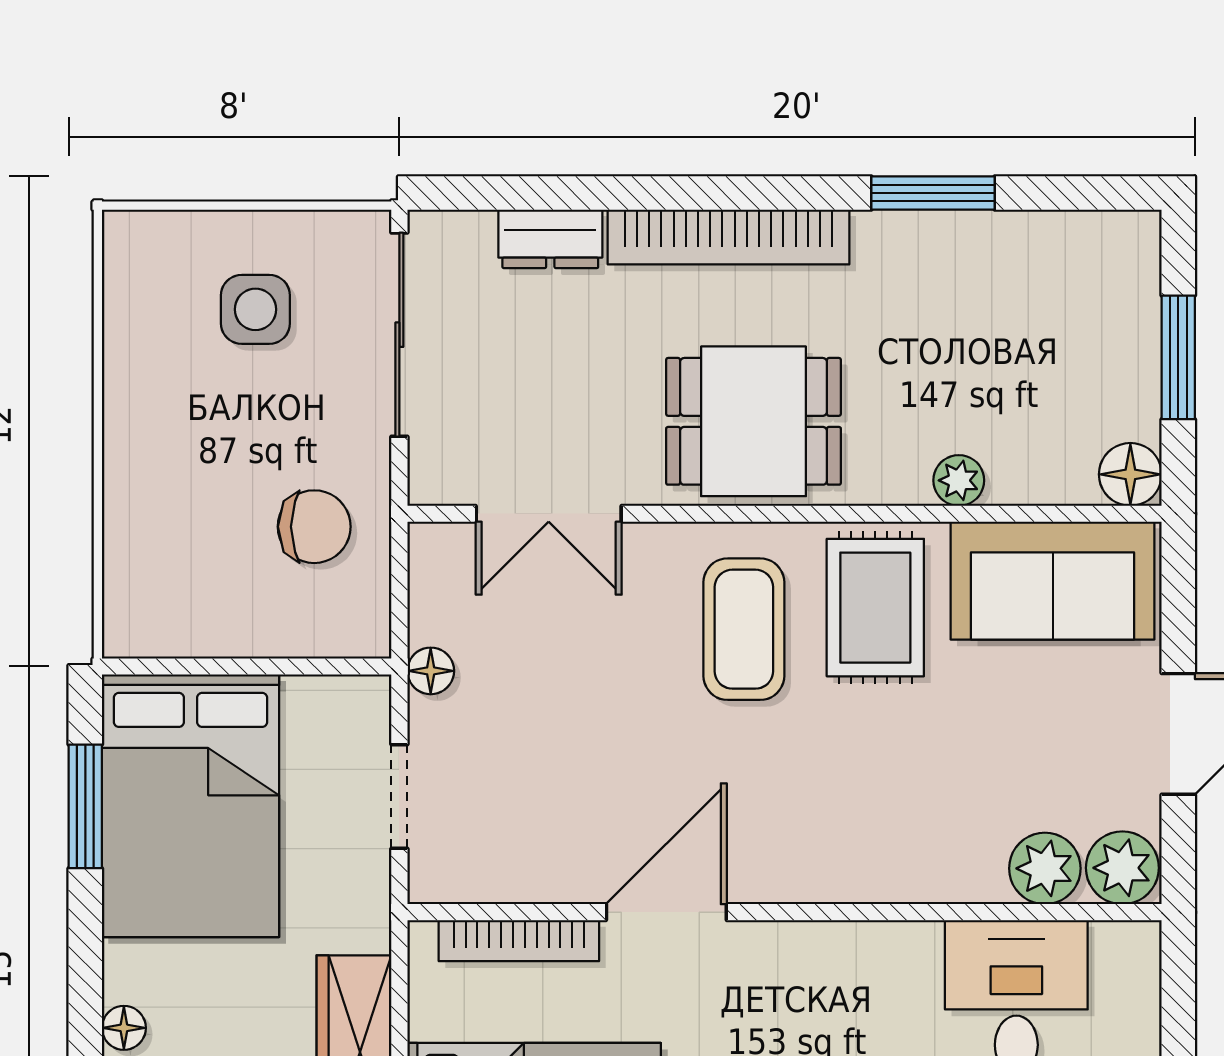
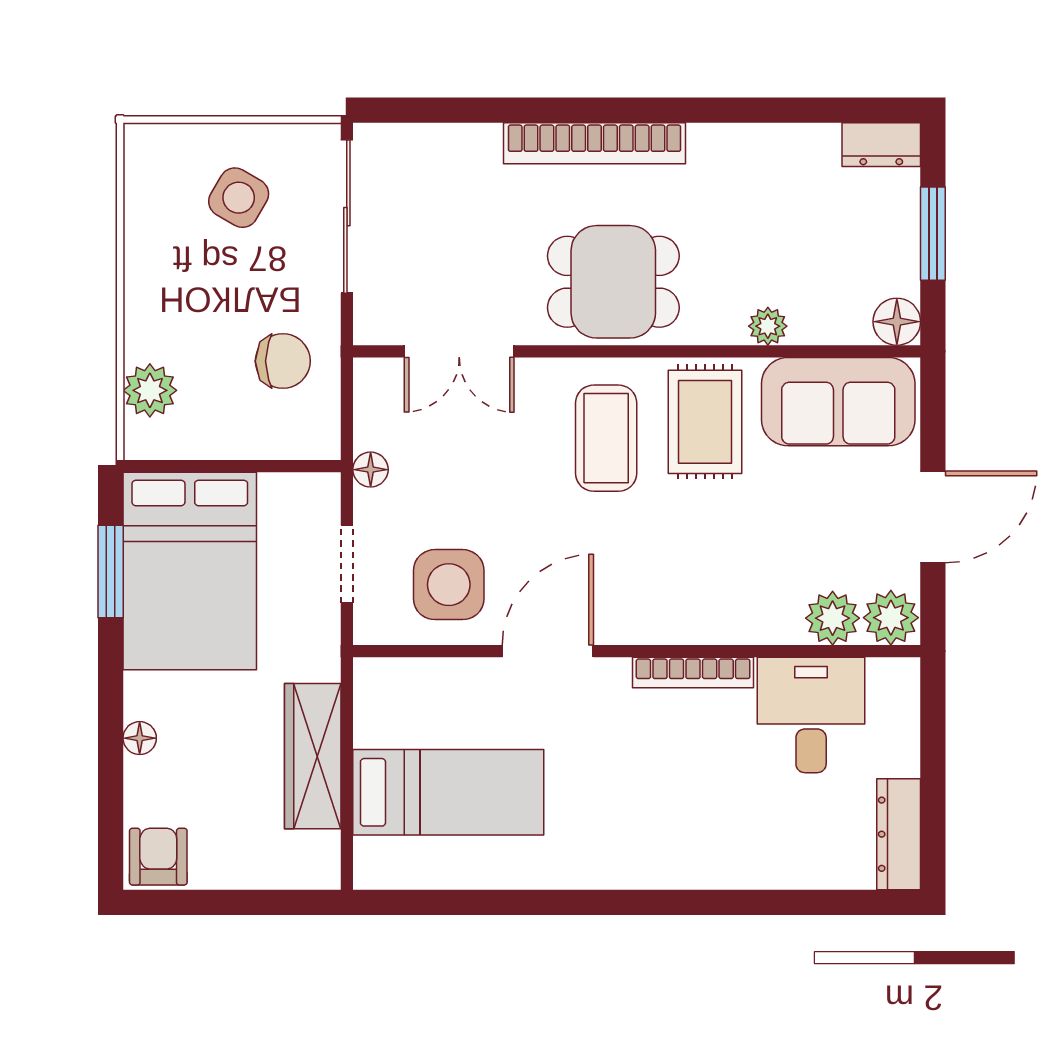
window: (933, 193) -> (748, 110), removed
dresser: (550, 239) -> (881, 145), moved
side table: (255, 309) -> (239, 198), turned 30
plant: (137, 566) -> (150, 390), added
side table: (535, 824) -> (449, 585), added
bookcase: (519, 941) -> (693, 672), moved

